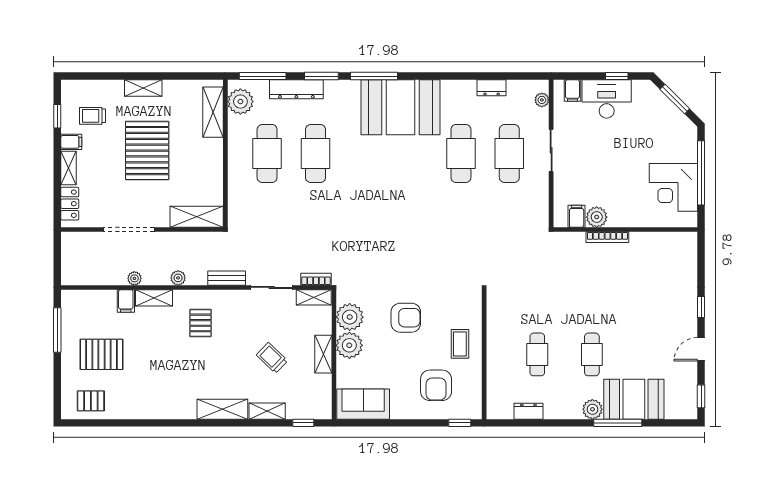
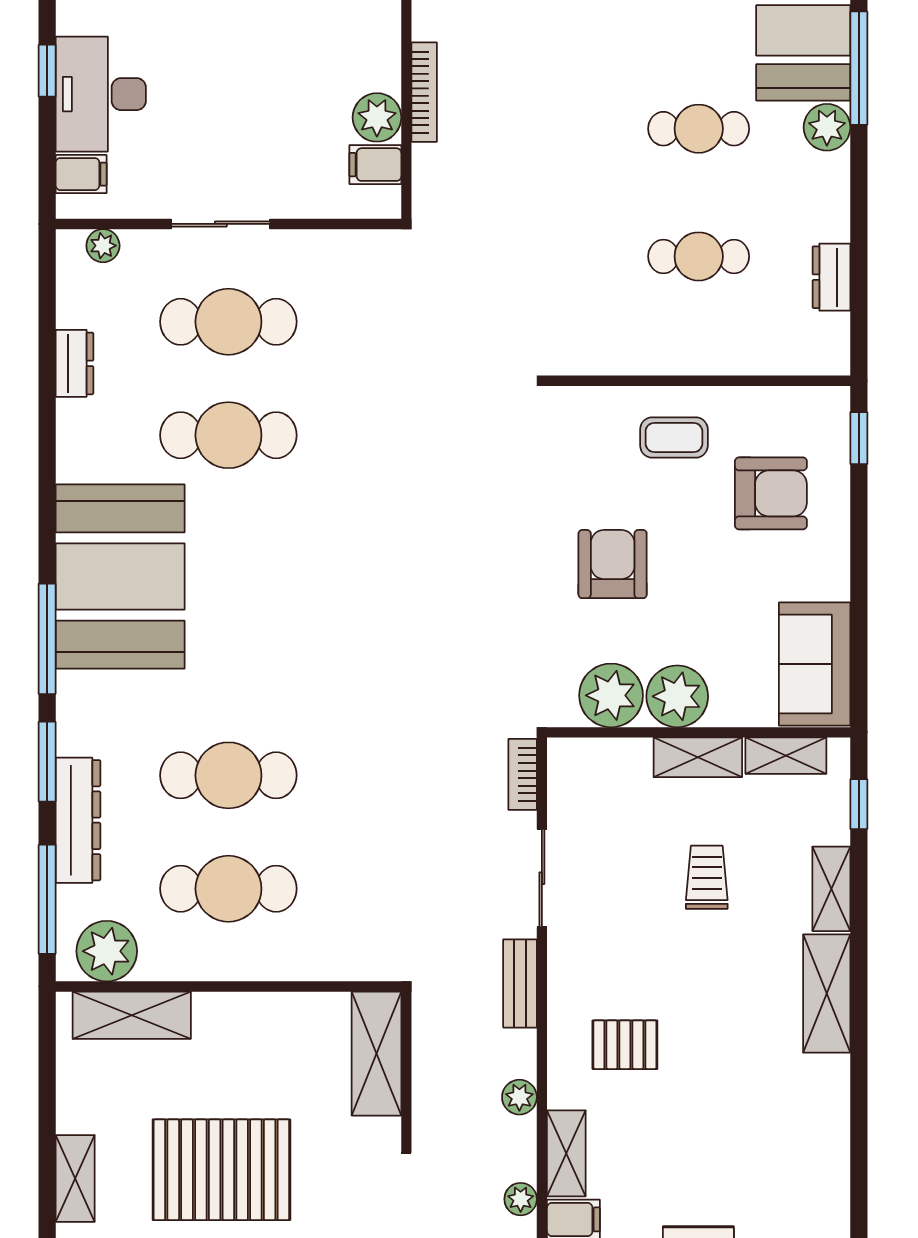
shelving: (314, 297) -> (786, 756), moved, turned 90
trolley: (272, 358) -> (707, 877), turned 136

